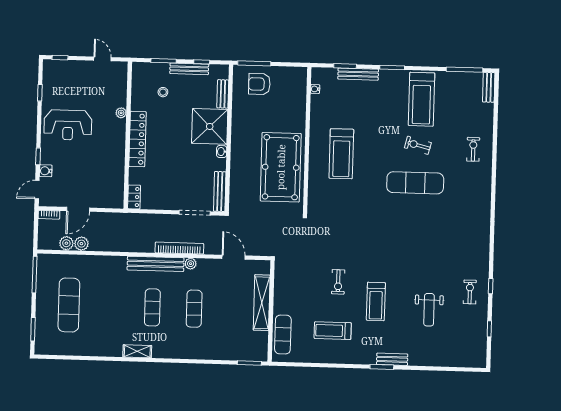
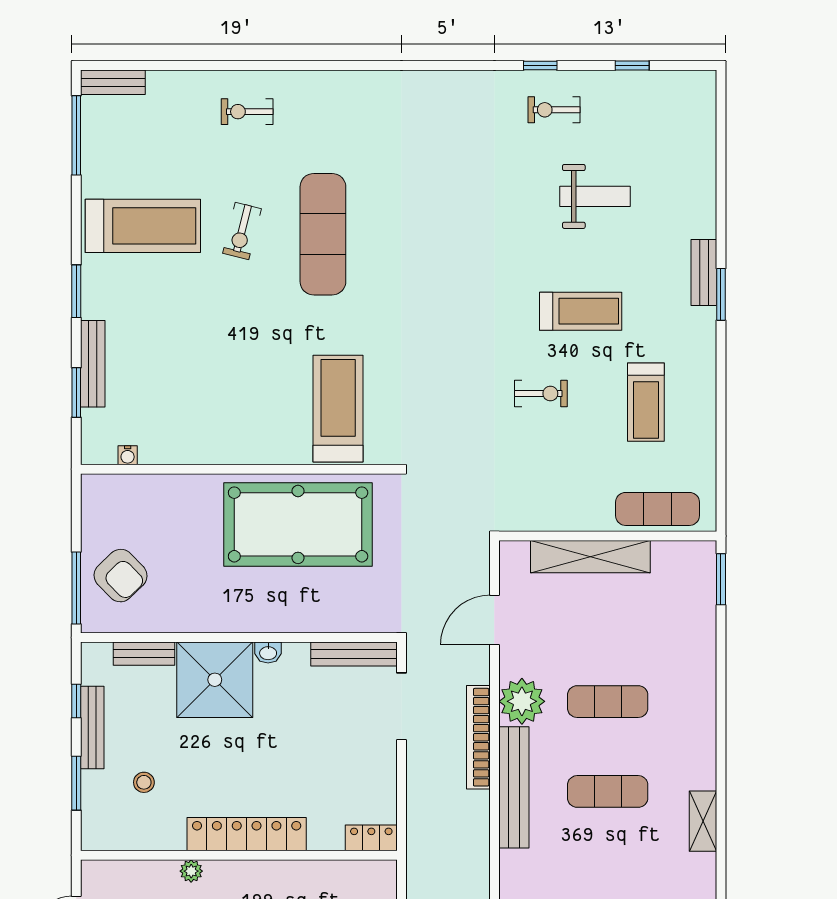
armchair: (259, 84) -> (121, 576), turned -44
treadmill: (341, 154) -> (338, 409), moved, turned -90
plant: (191, 264) -> (522, 701), width x1.88, depth x1.88

